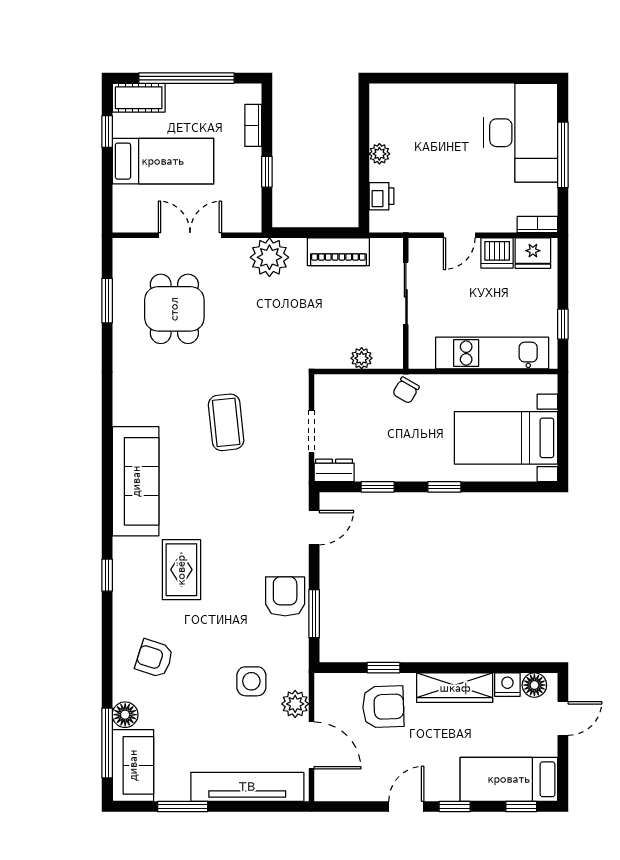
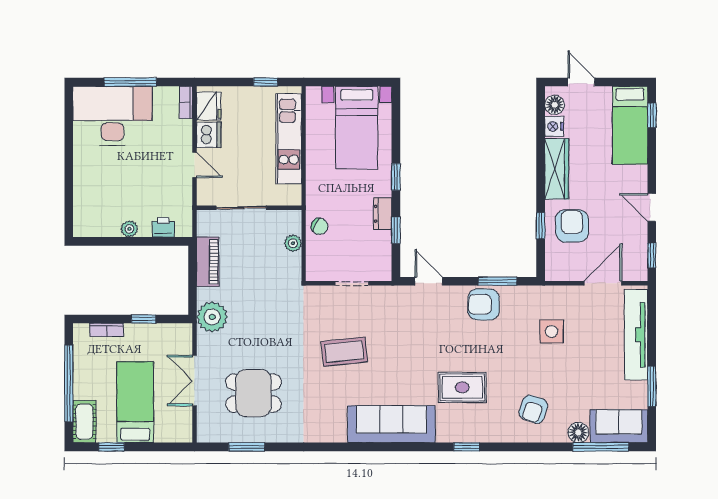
chair: (406, 390) -> (320, 226), moved
dresser: (334, 470) -> (383, 214), moved
plant: (295, 704) -> (570, 296), removed
window: (455, 806) -> (652, 255), moved

